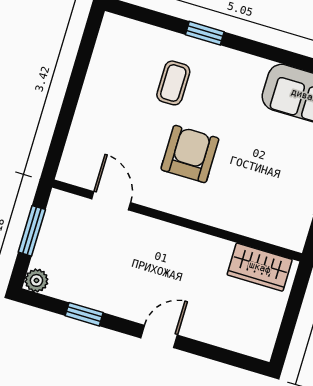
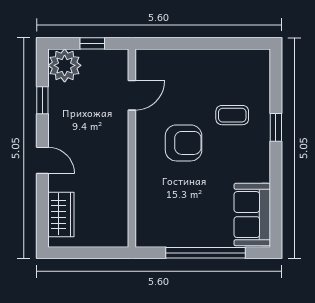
window: (32, 231) -> (92, 43), width x0.67
wardrobe: (260, 267) -> (61, 214), moved, turned 180
plant: (36, 280) -> (65, 65), width x1.87, depth x1.87

